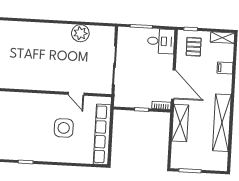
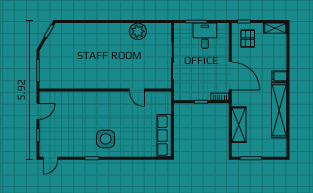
desk: (161, 41) -> (205, 36), moved, turned -90
filing cabinet: (225, 68) -> (279, 76), moved
shelving: (180, 123) -> (239, 125), moved
side table: (64, 128) -> (106, 139), moved
row of seats: (102, 134) -> (164, 136), width x0.73

